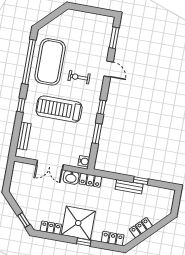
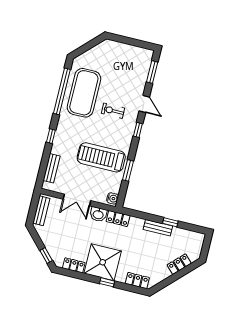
window: (102, 107) -> (138, 130), moved
treadmill: (59, 109) -> (101, 157), moved
bench: (16, 177) -> (41, 211), added
locker: (141, 228) -> (179, 264), moved

